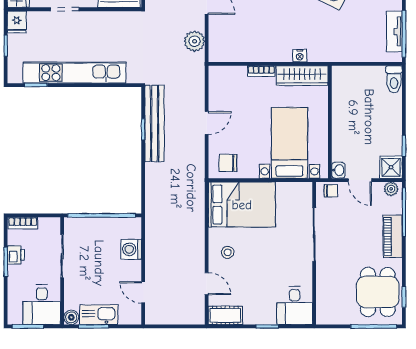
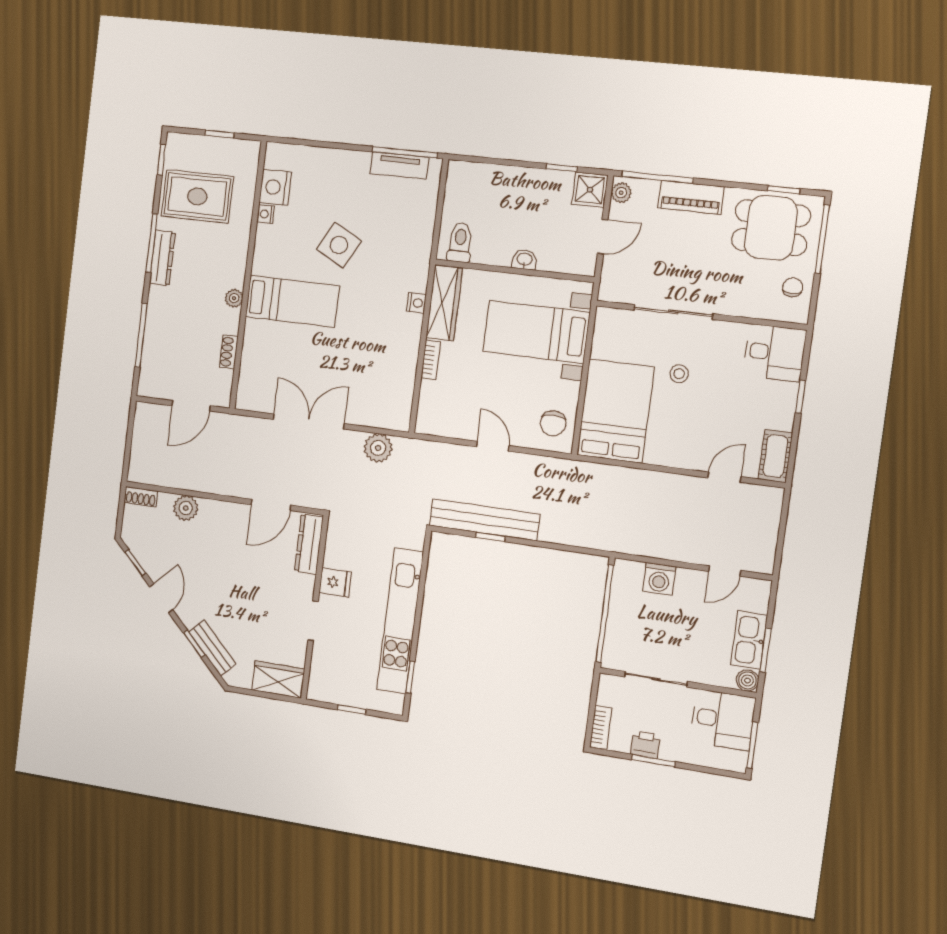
fridge: (17, 22) -> (335, 582), moved
toilet: (394, 79) -> (460, 242), moved, turned -90
washbasin: (338, 170) -> (524, 260), moved
chair: (331, 191) -> (793, 287), moved
stool: (228, 252) -> (679, 374), moved

